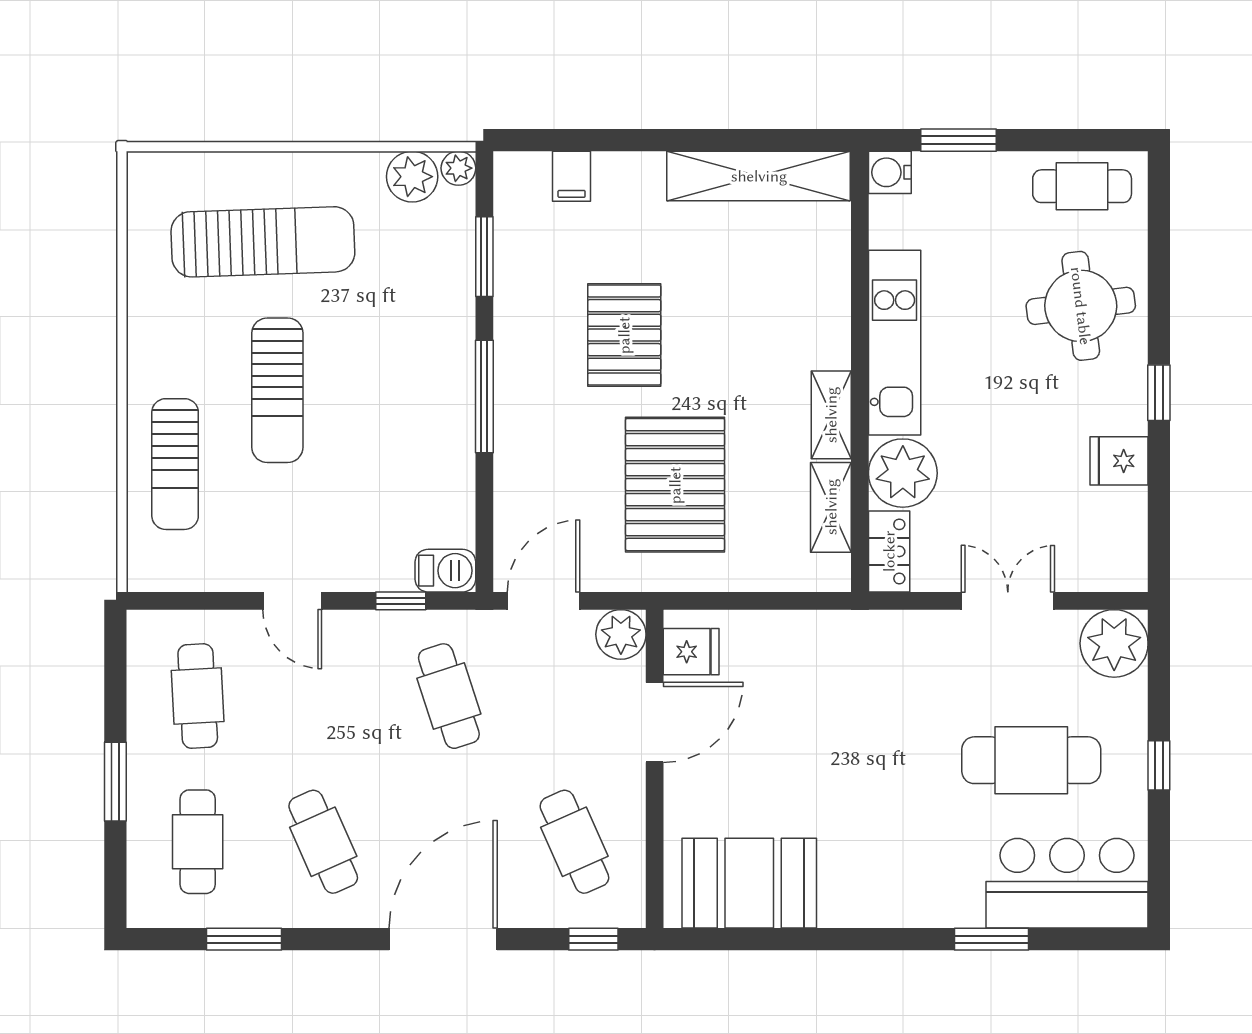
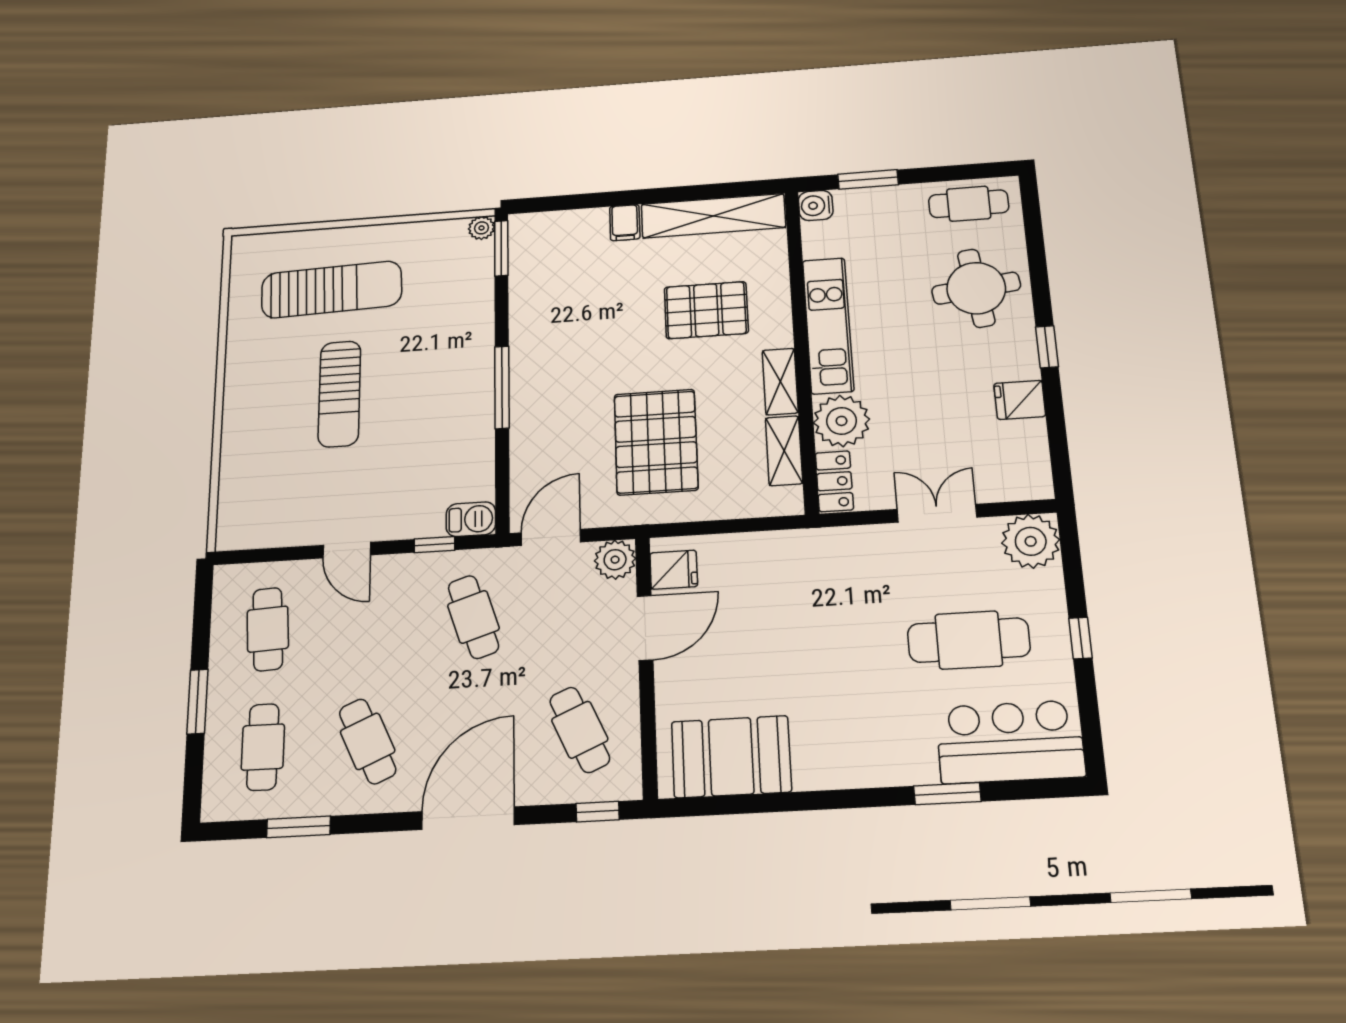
filing cabinet: (572, 176) -> (625, 223), moved
plant: (412, 177) -> (446, 236), removed
window: (484, 257) -> (501, 248), moved
pallet: (624, 335) -> (706, 310), moved, turned 90
sun lounger: (175, 464) -> (258, 453), removed

